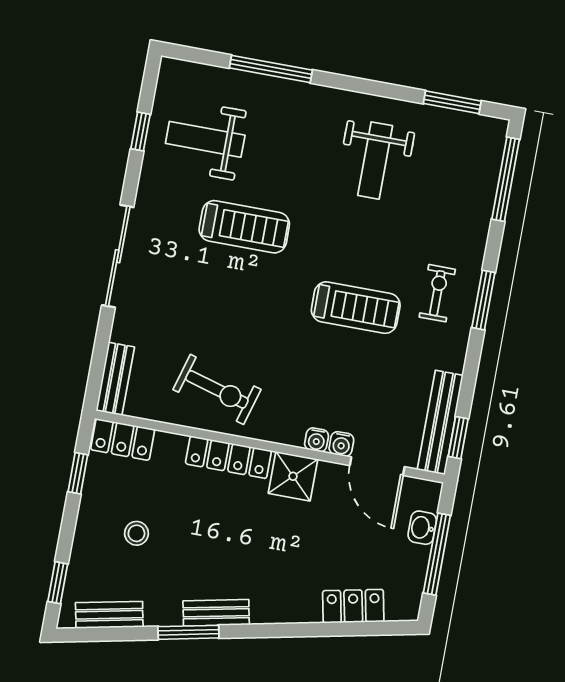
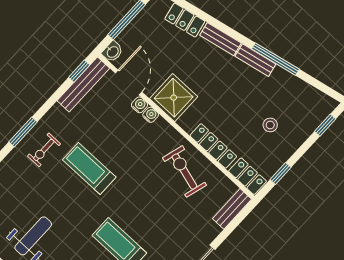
locker: (228, 457) -> (213, 146), moved
shower: (293, 476) -> (174, 98), width x1.36, depth x1.36
washbasin: (422, 528) -> (112, 52), moved
bench: (109, 615) -> (220, 39), moved
window: (188, 632) -> (275, 59), width x1.44

